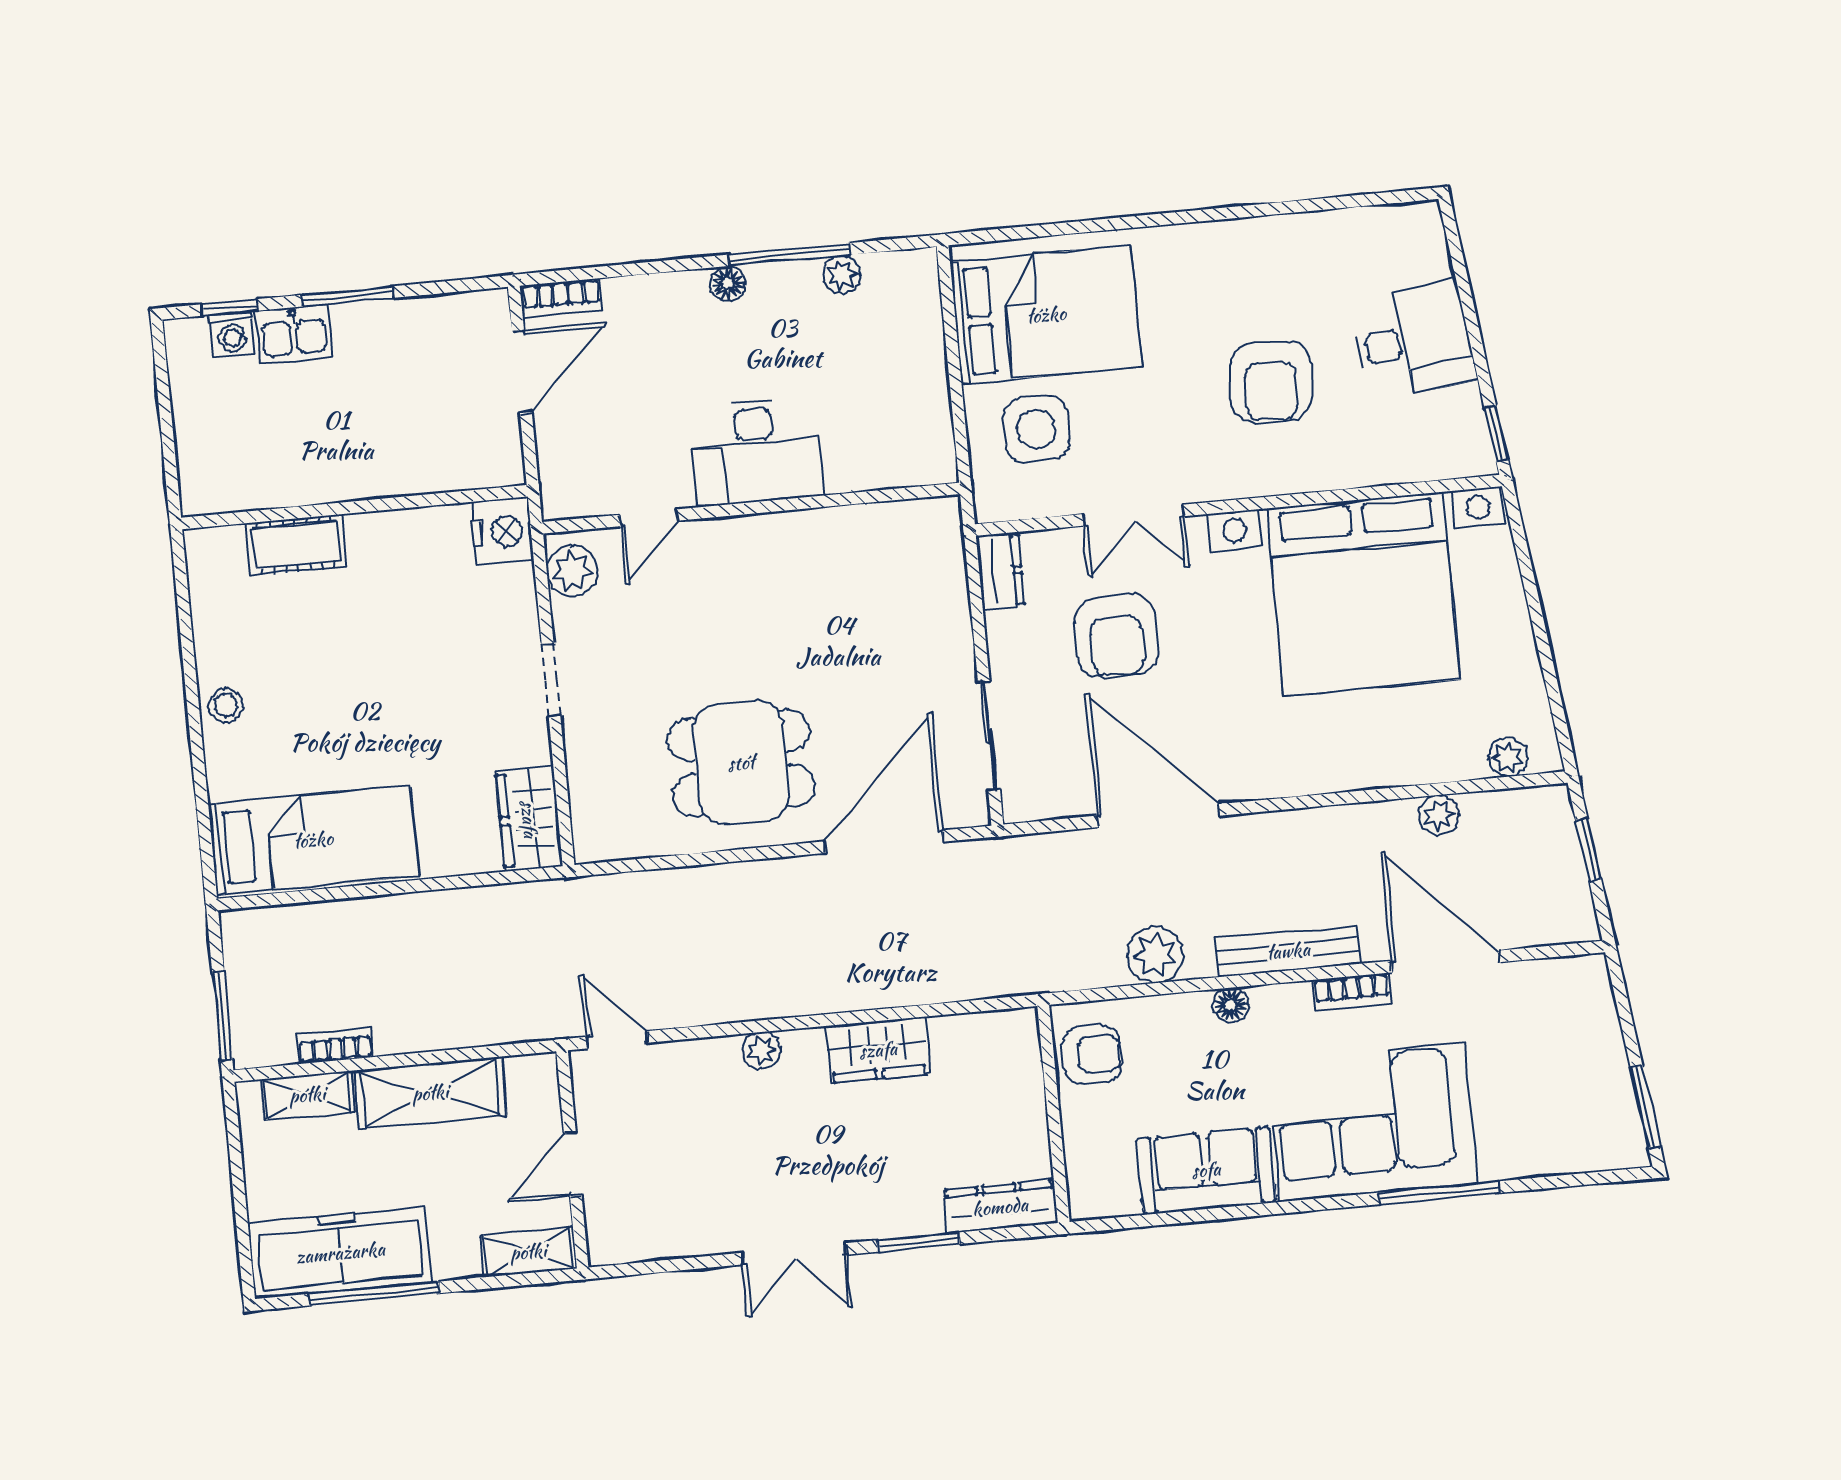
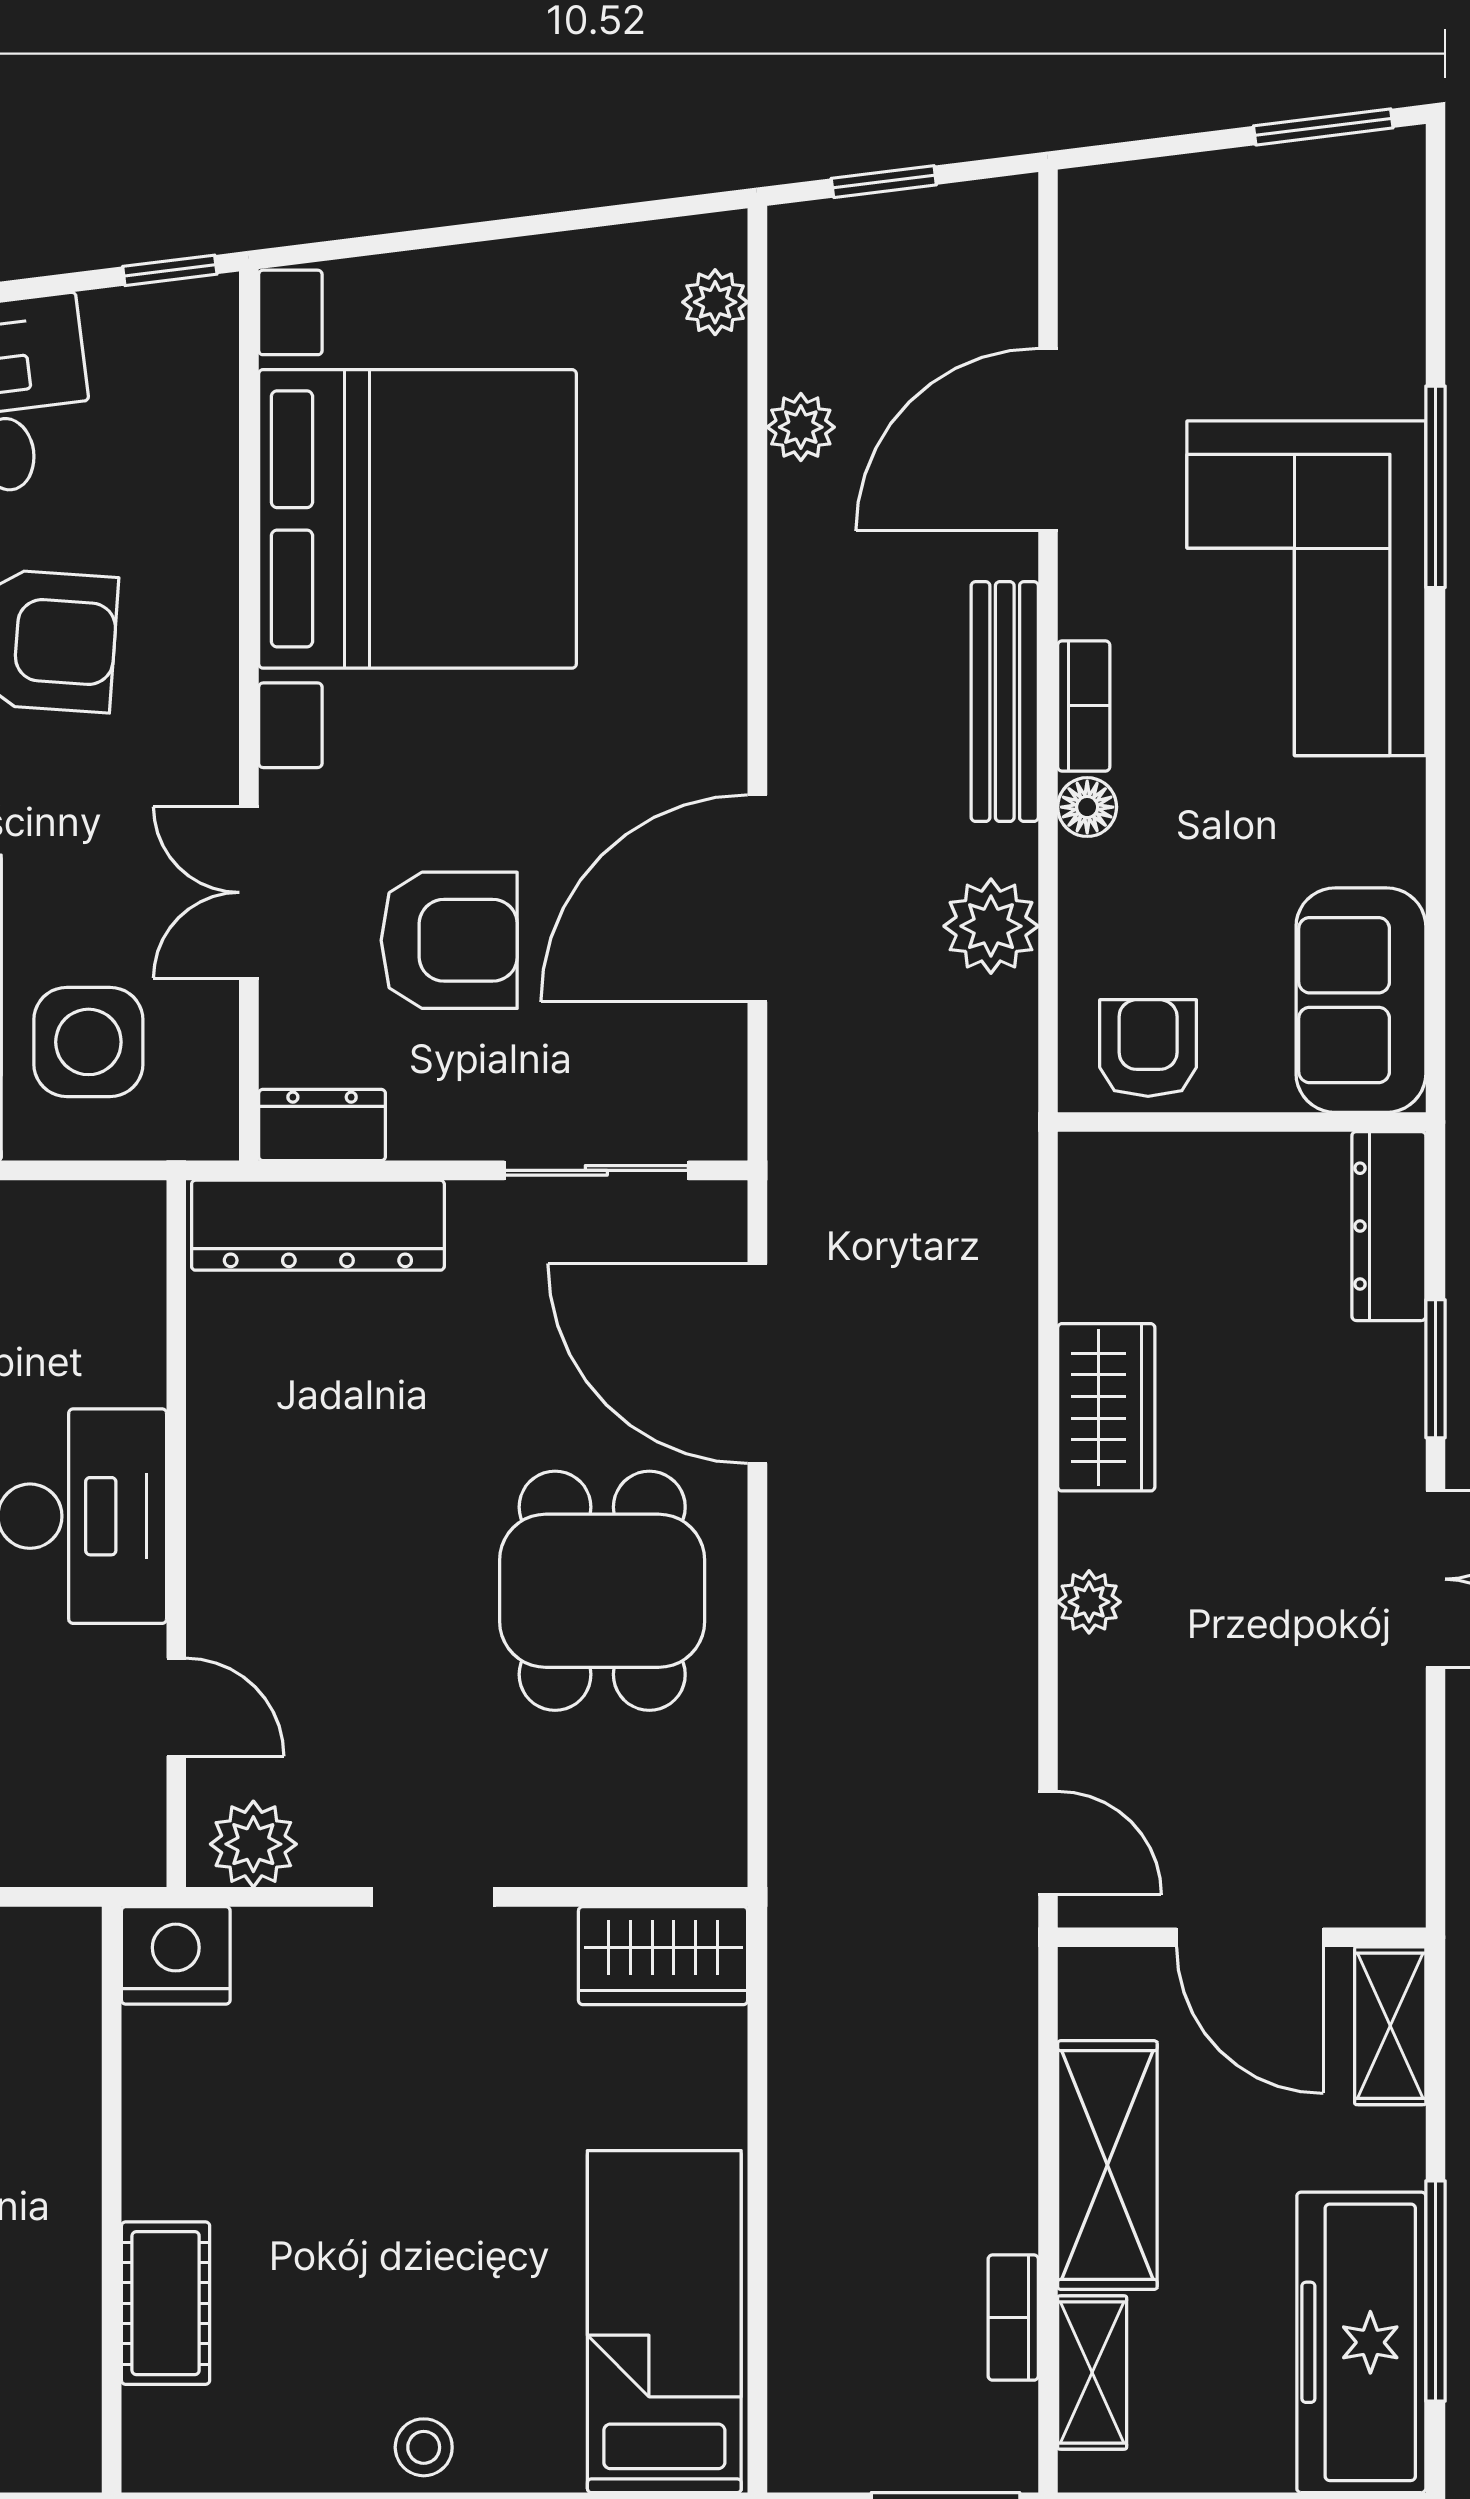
double door: (1134, 515) -> (249, 892), swing flipped
dresser: (941, 574) -> (318, 1225), added
bookcase: (1352, 992) -> (1084, 706), moved
door: (617, 1040) -> (1048, 1843), swing flipped
door: (573, 1164) -> (1250, 1937), width x1.38
sofa: (1206, 1170) -> (1361, 1000), moved

